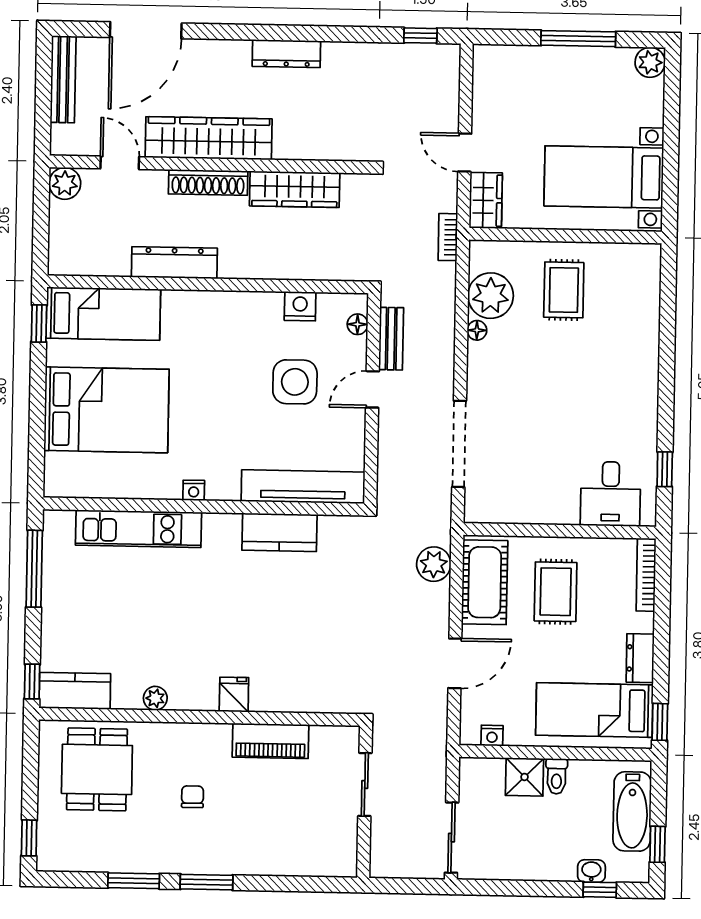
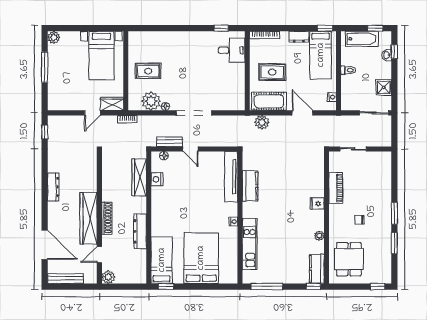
wardrobe: (295, 189) -> (139, 177), moved, turned 180
side table: (295, 382) -> (188, 181), removed
doorway: (459, 444) -> (194, 113), moved
dining table: (97, 769) -> (349, 259), turned 90
shower: (525, 777) -> (384, 87), moved

